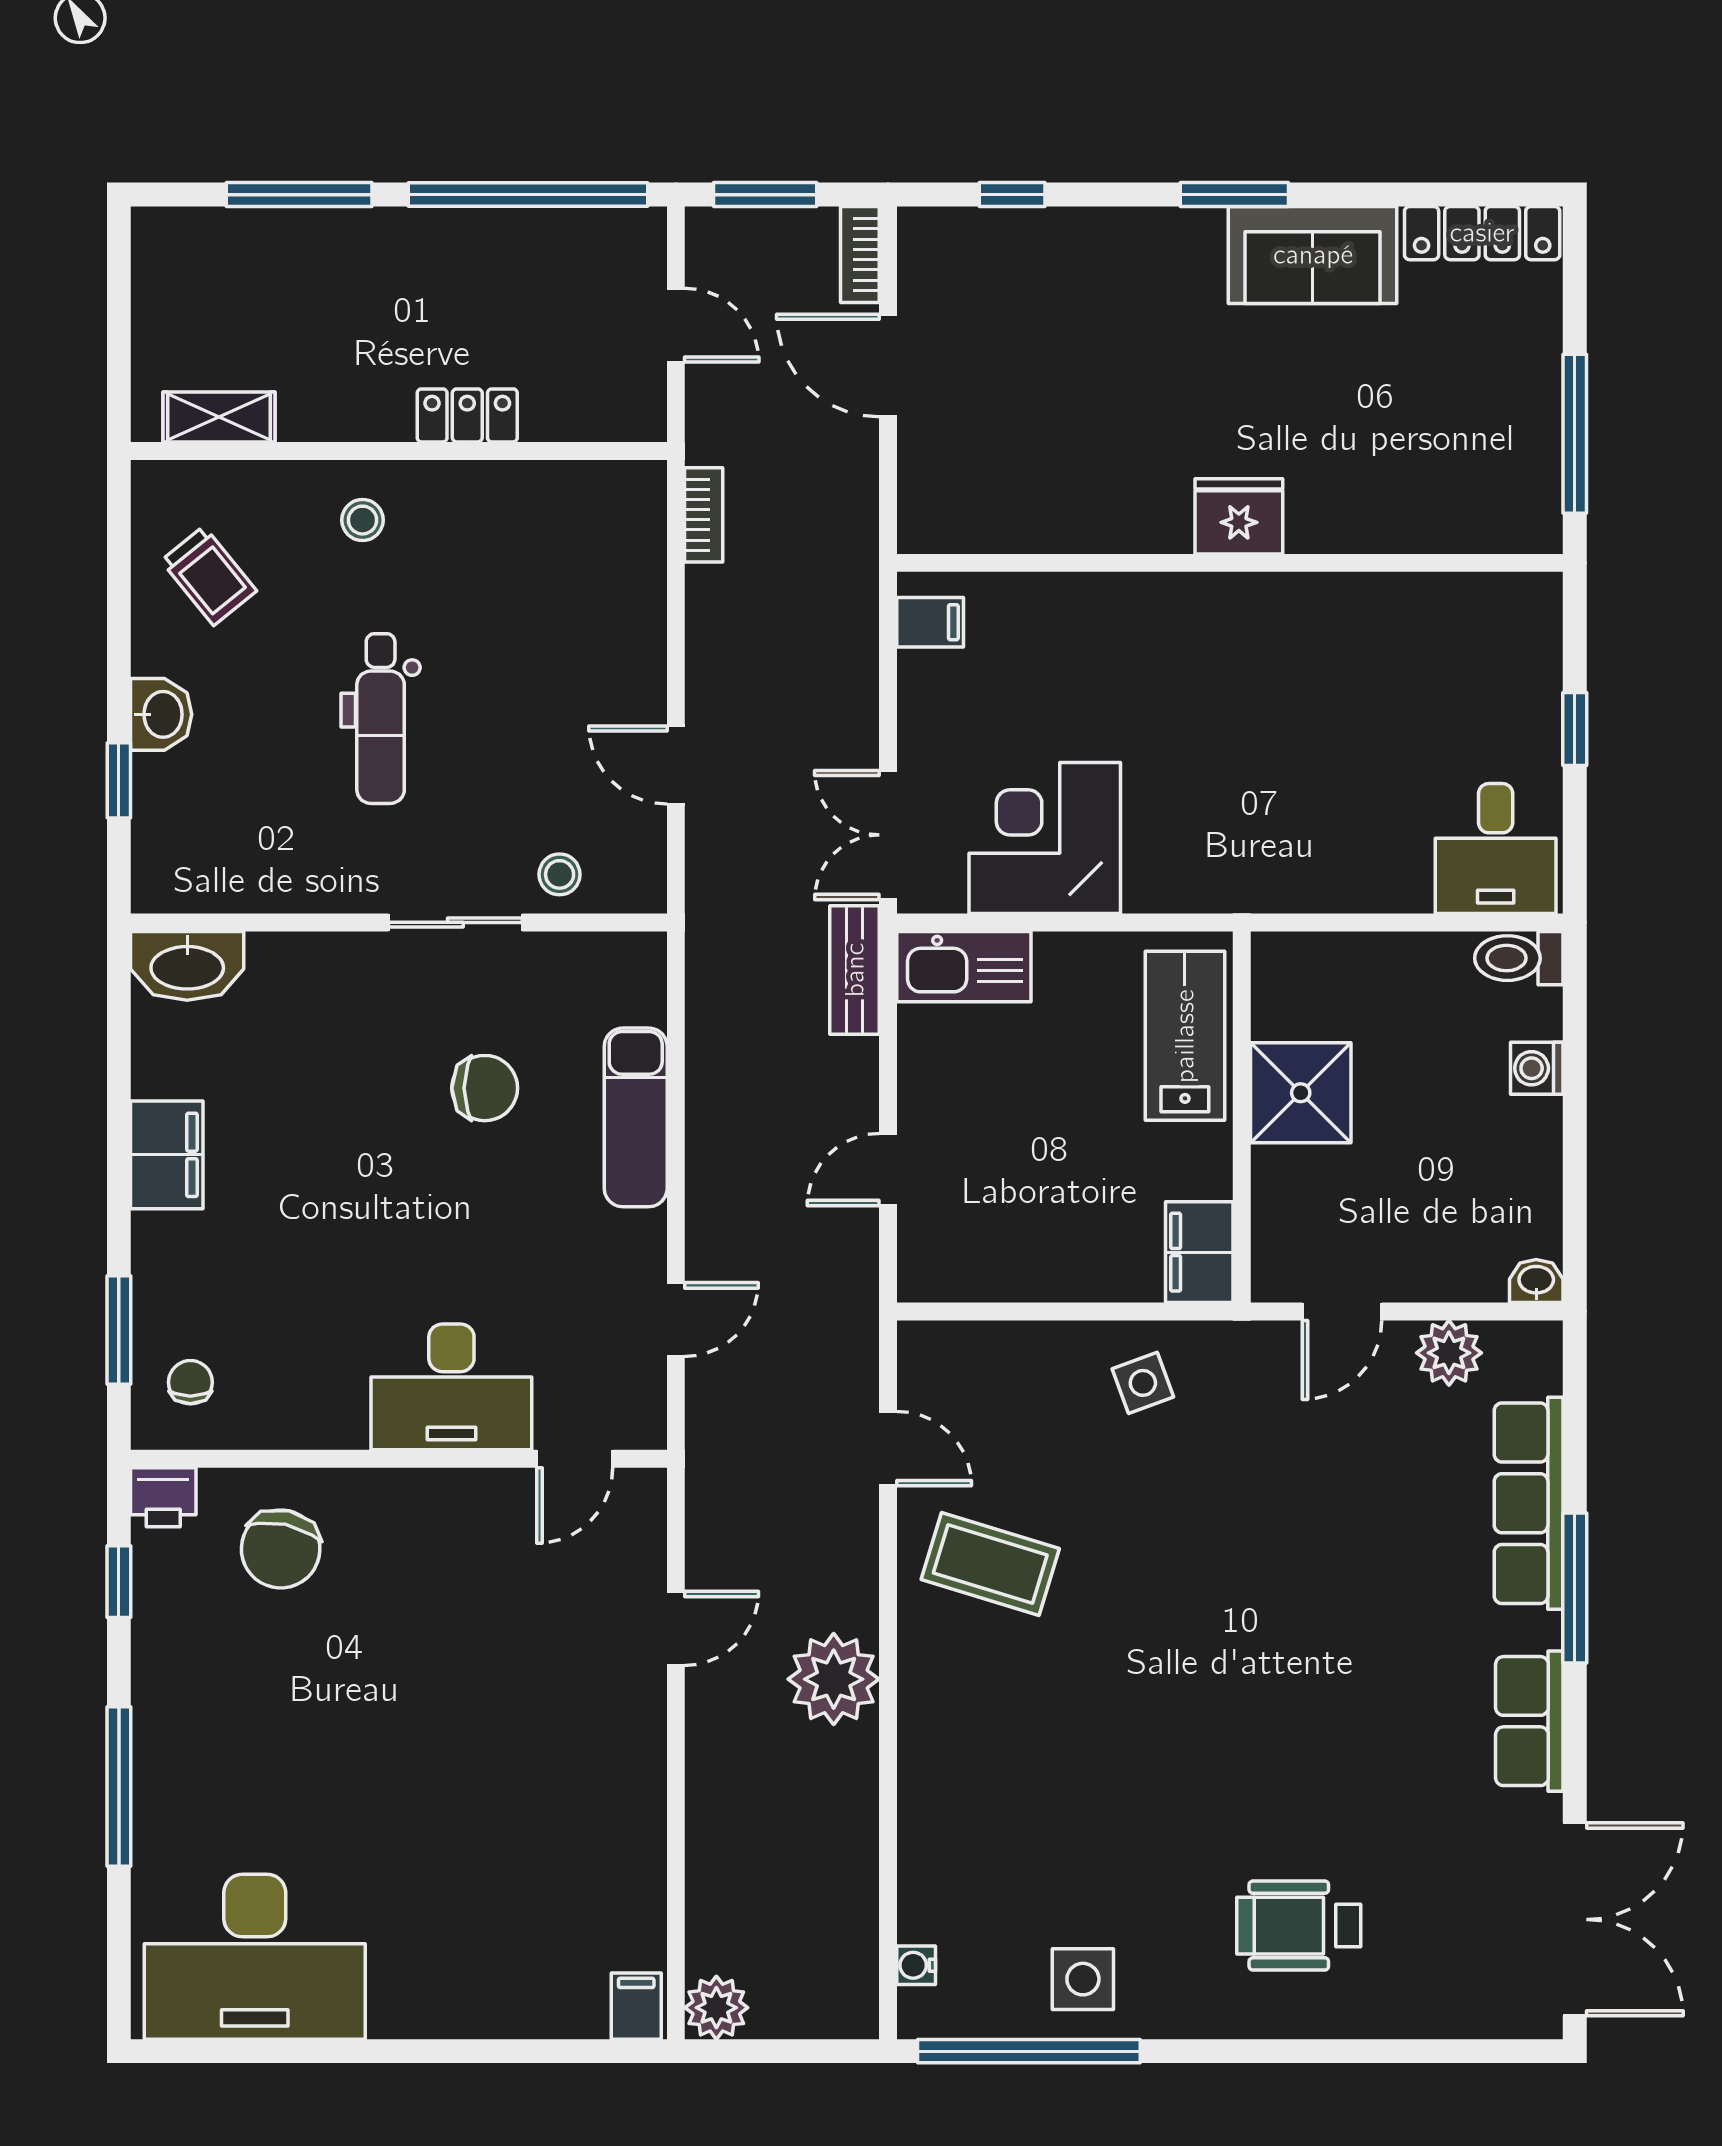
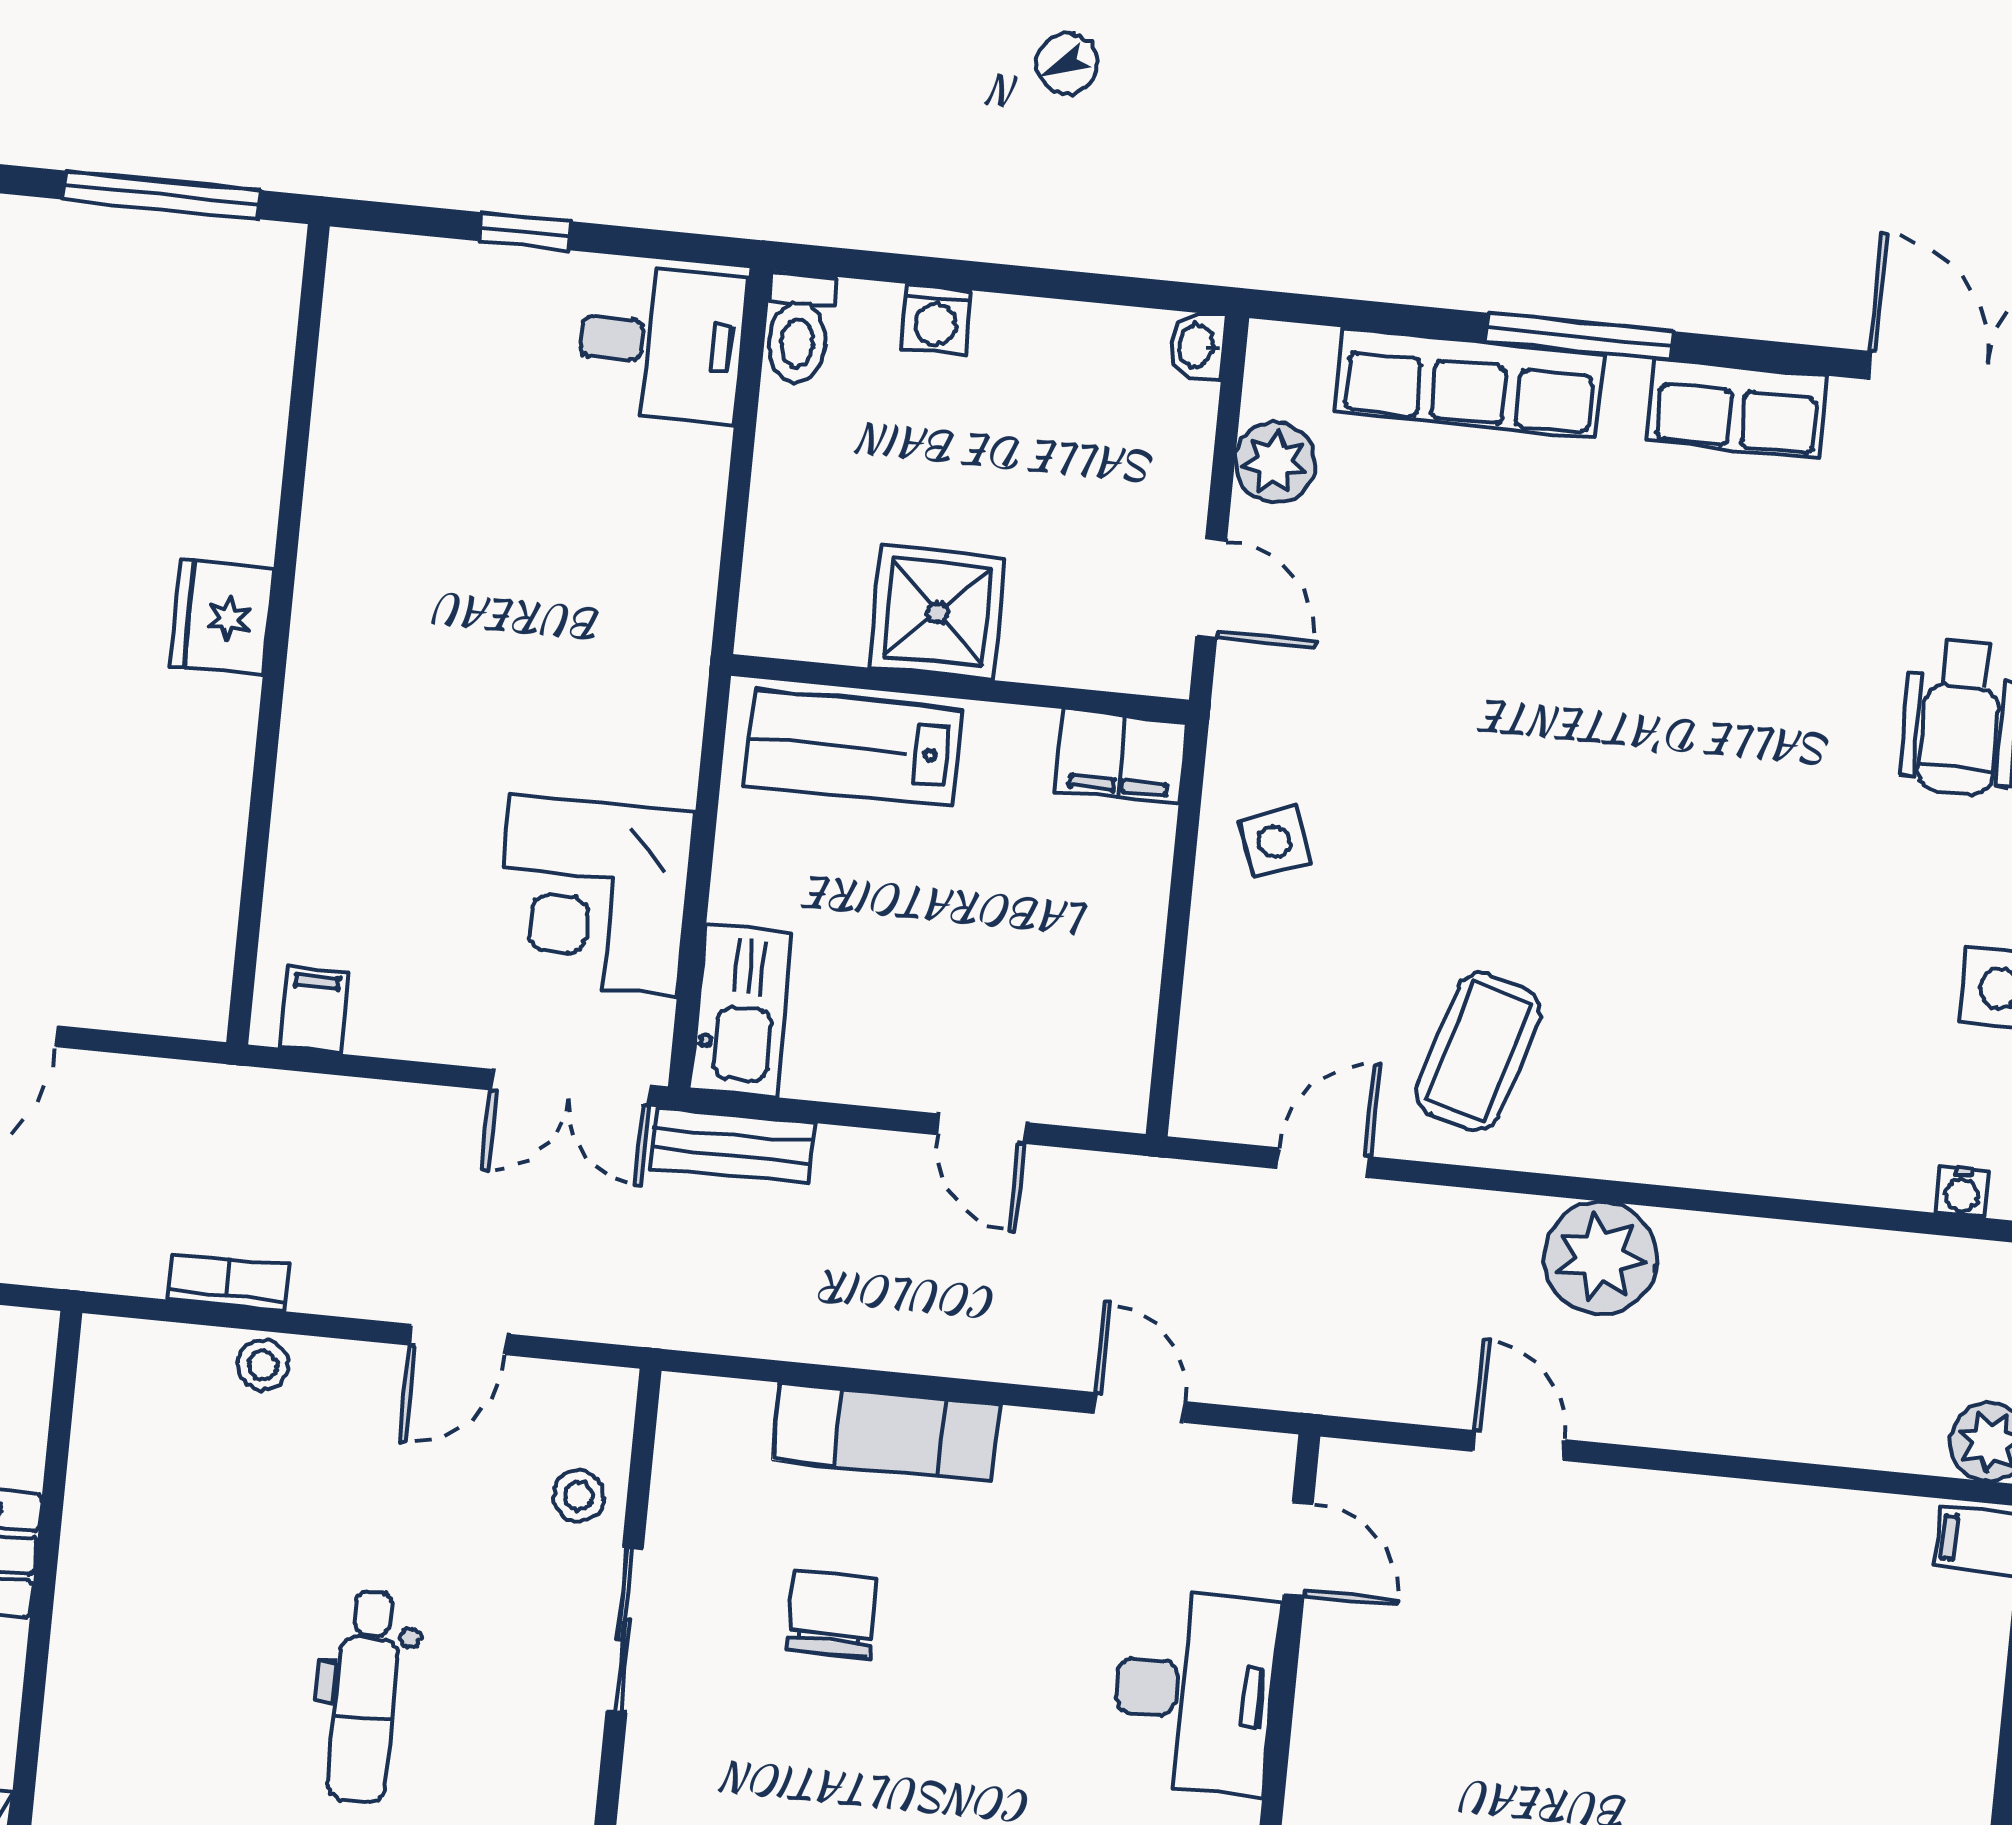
bookcase: (704, 515) -> (229, 1282), moved
stool: (363, 520) -> (263, 1365), moved
dental chair: (381, 719) -> (365, 1697), turned 90

